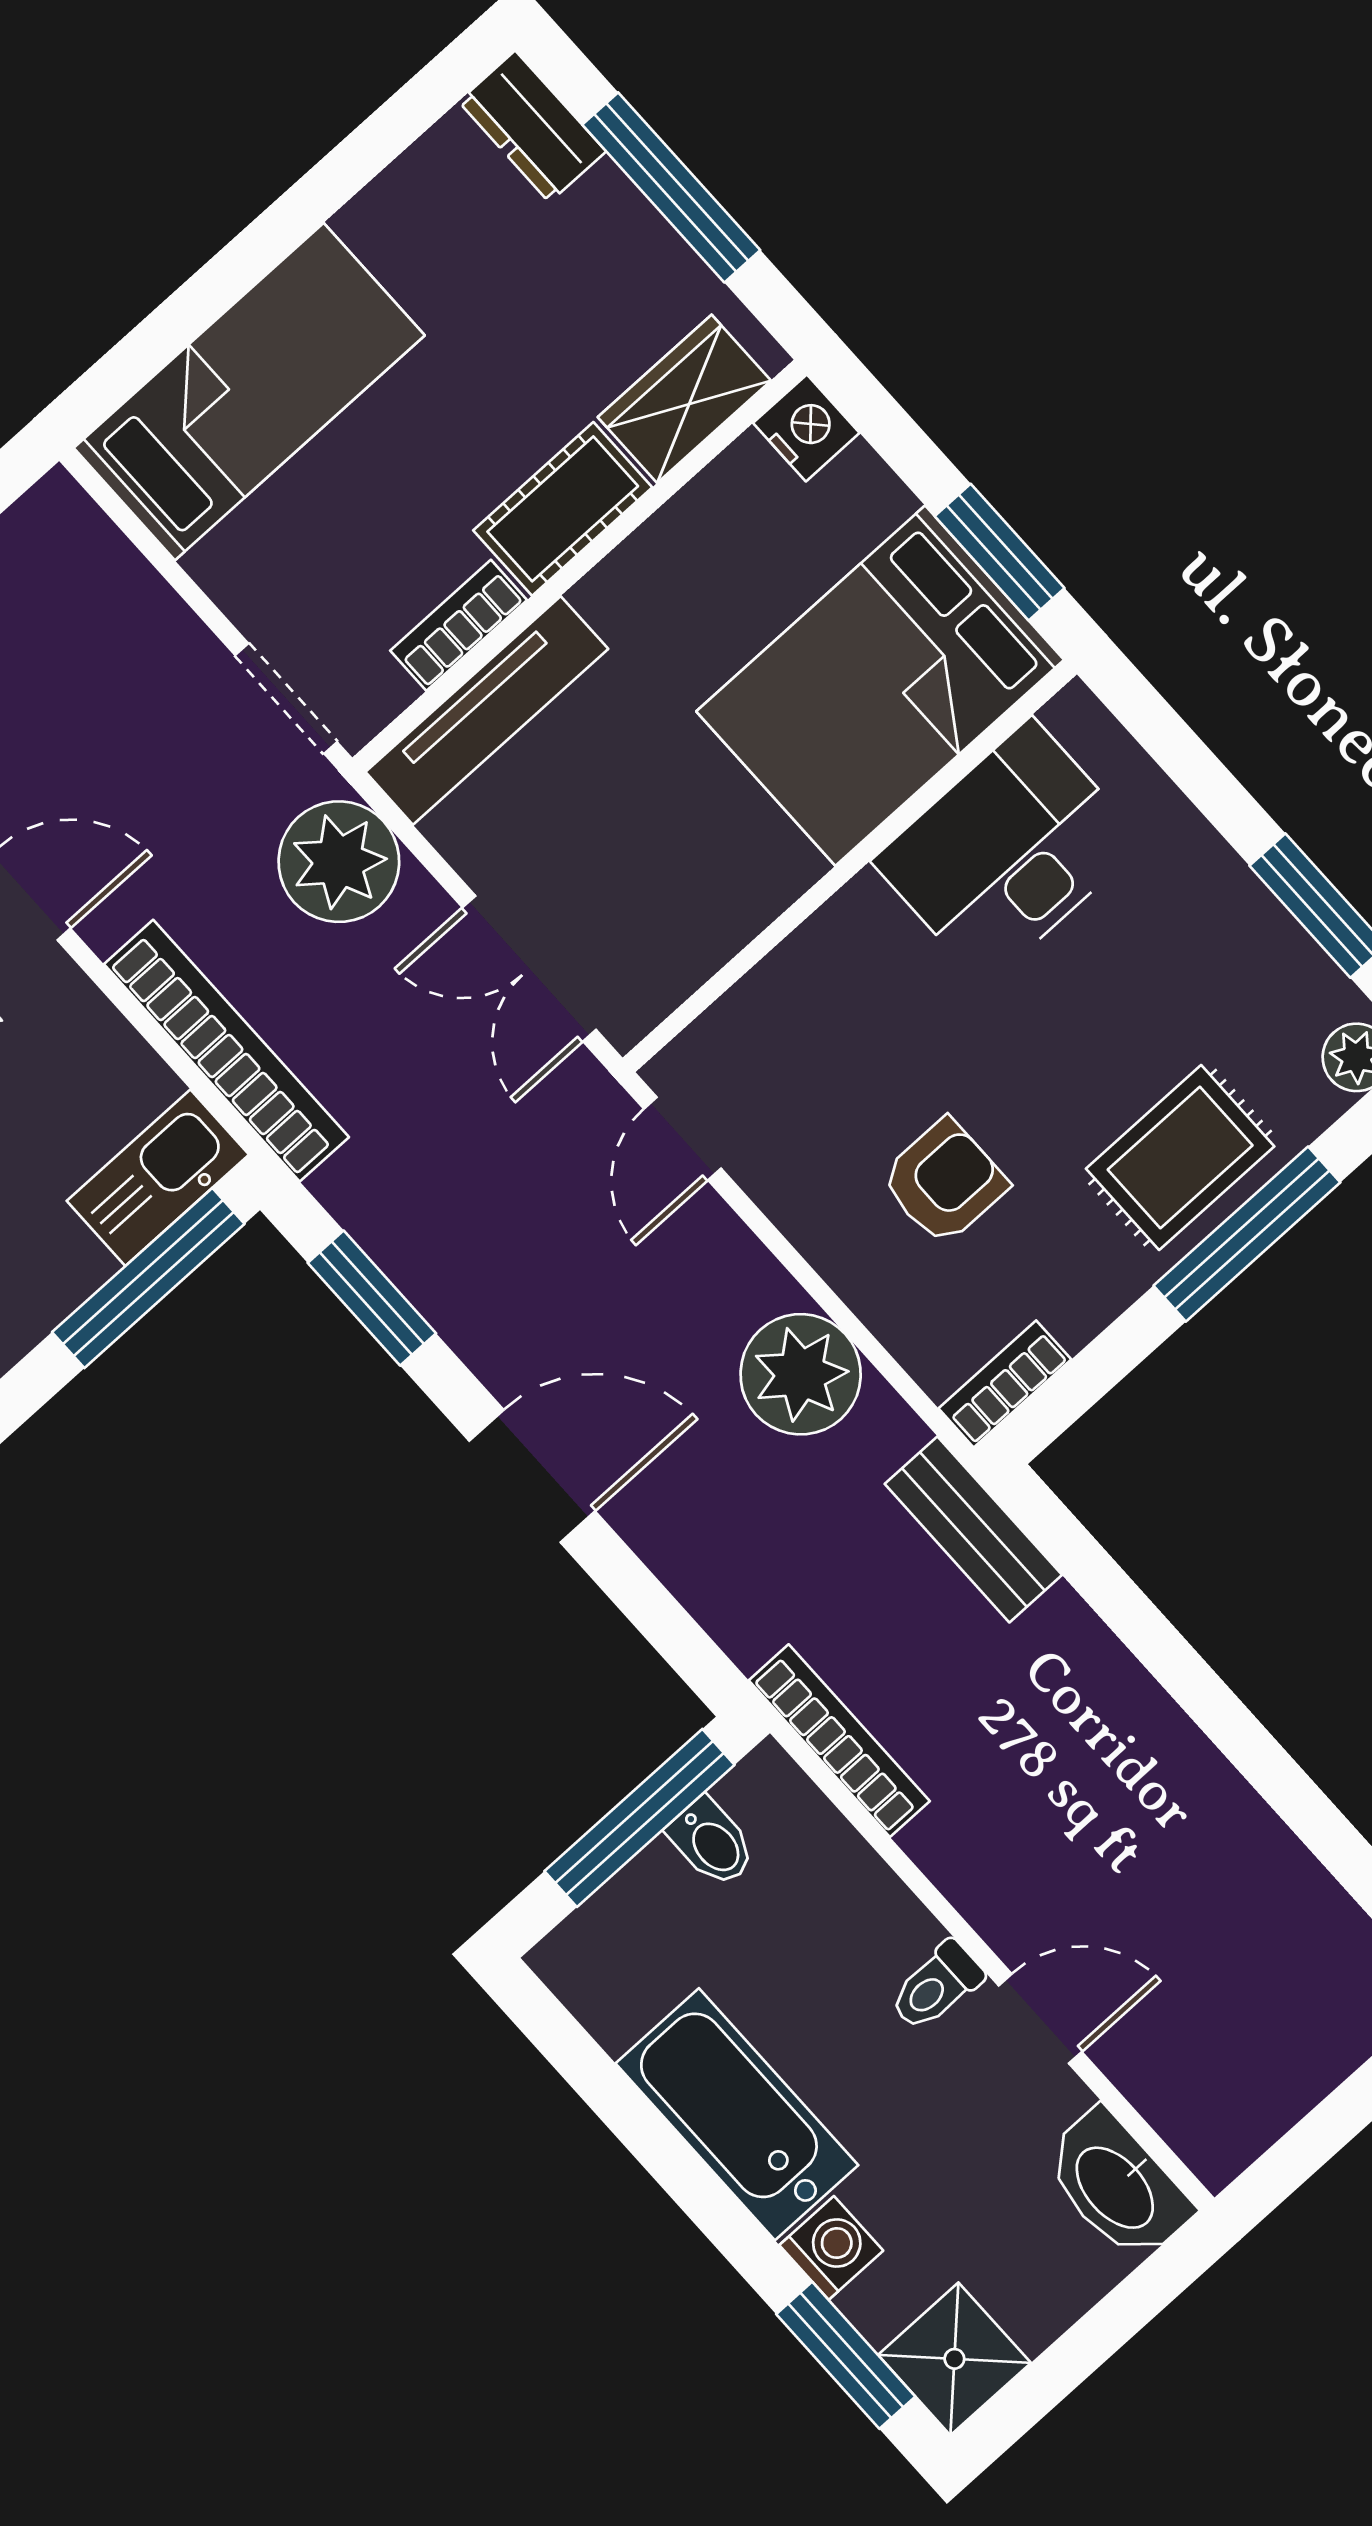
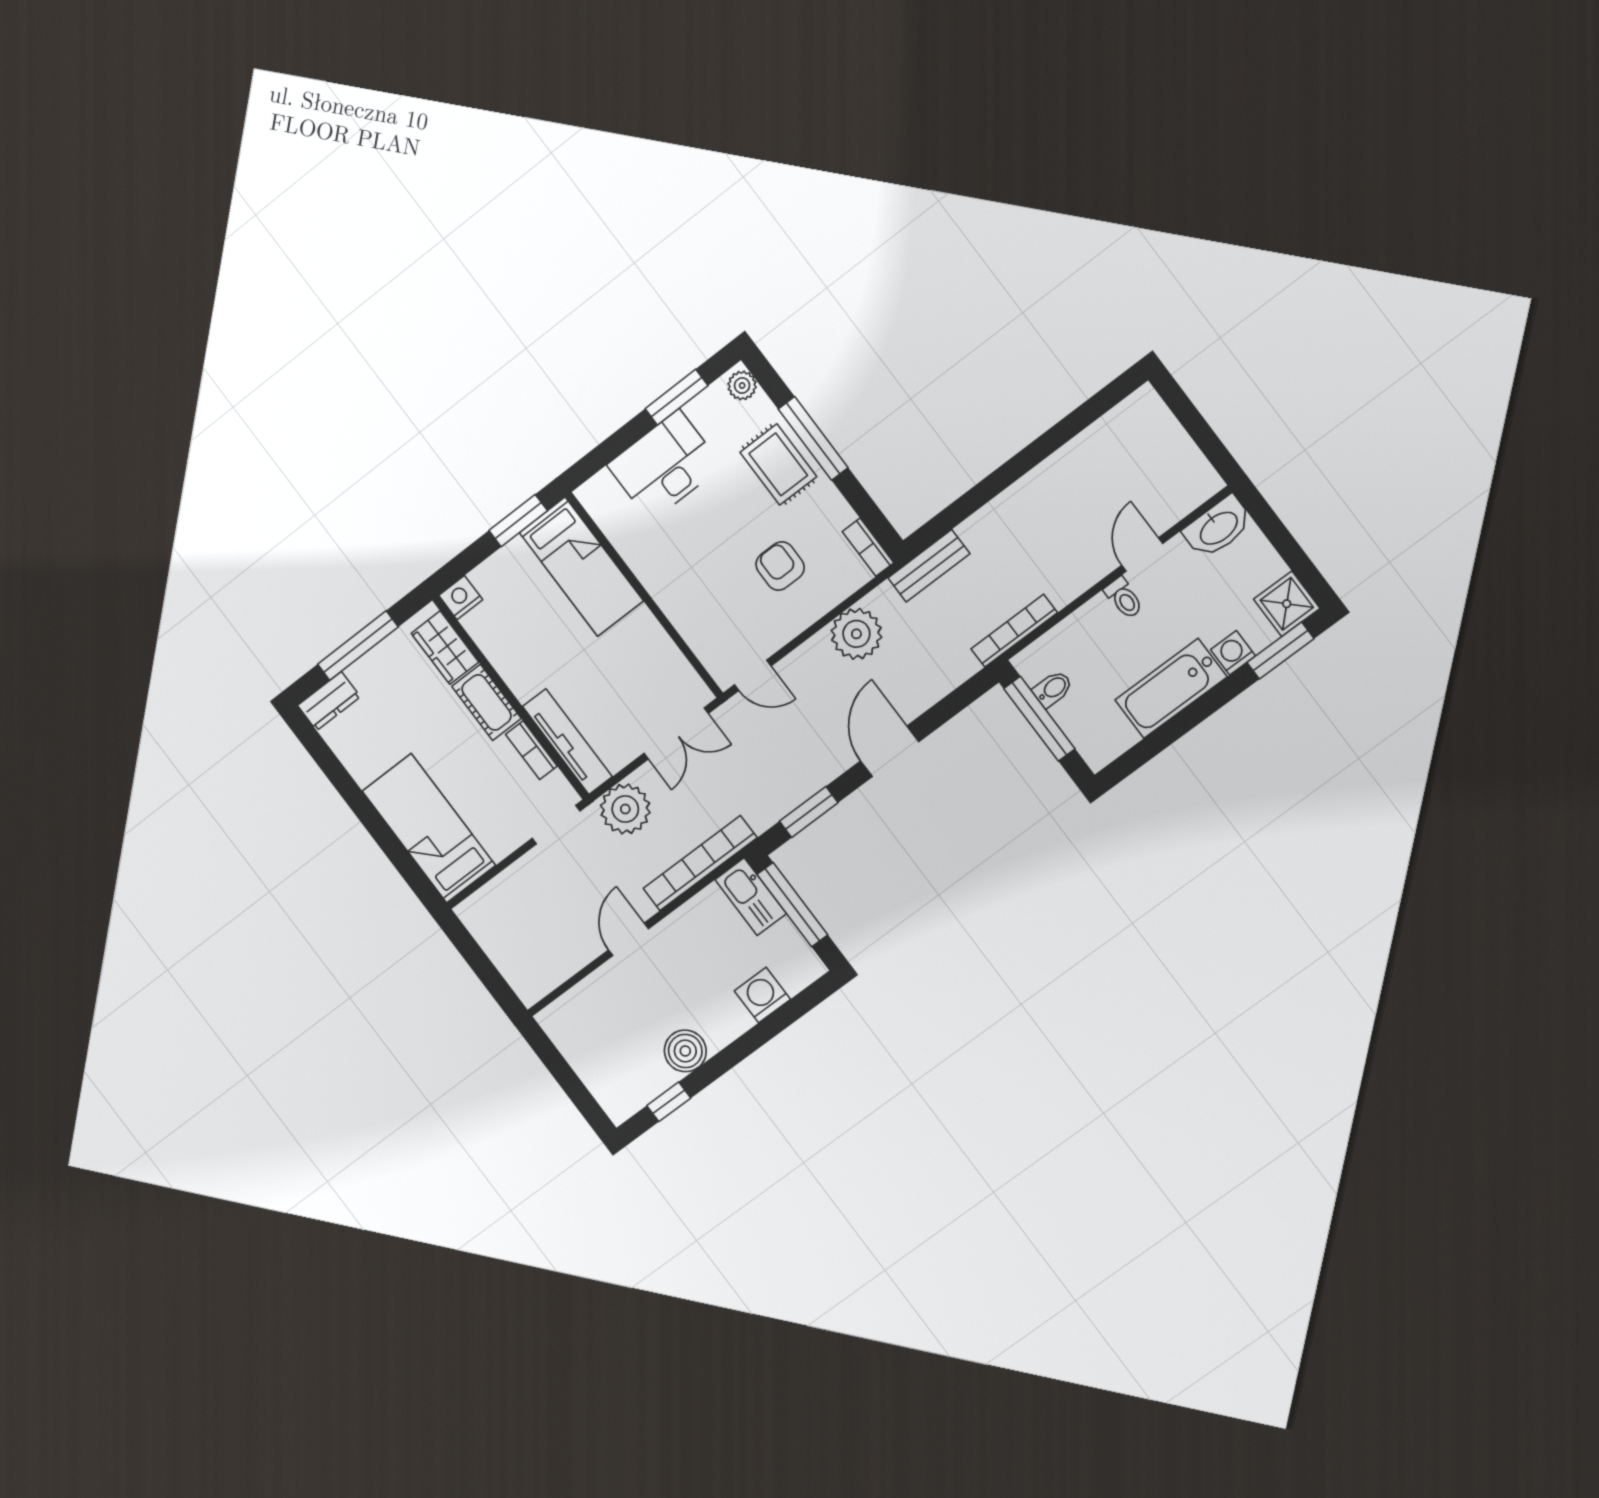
bed: (880, 686) -> (581, 567), width x0.67
desk: (1008, 852) -> (665, 466), moved, turned 90

